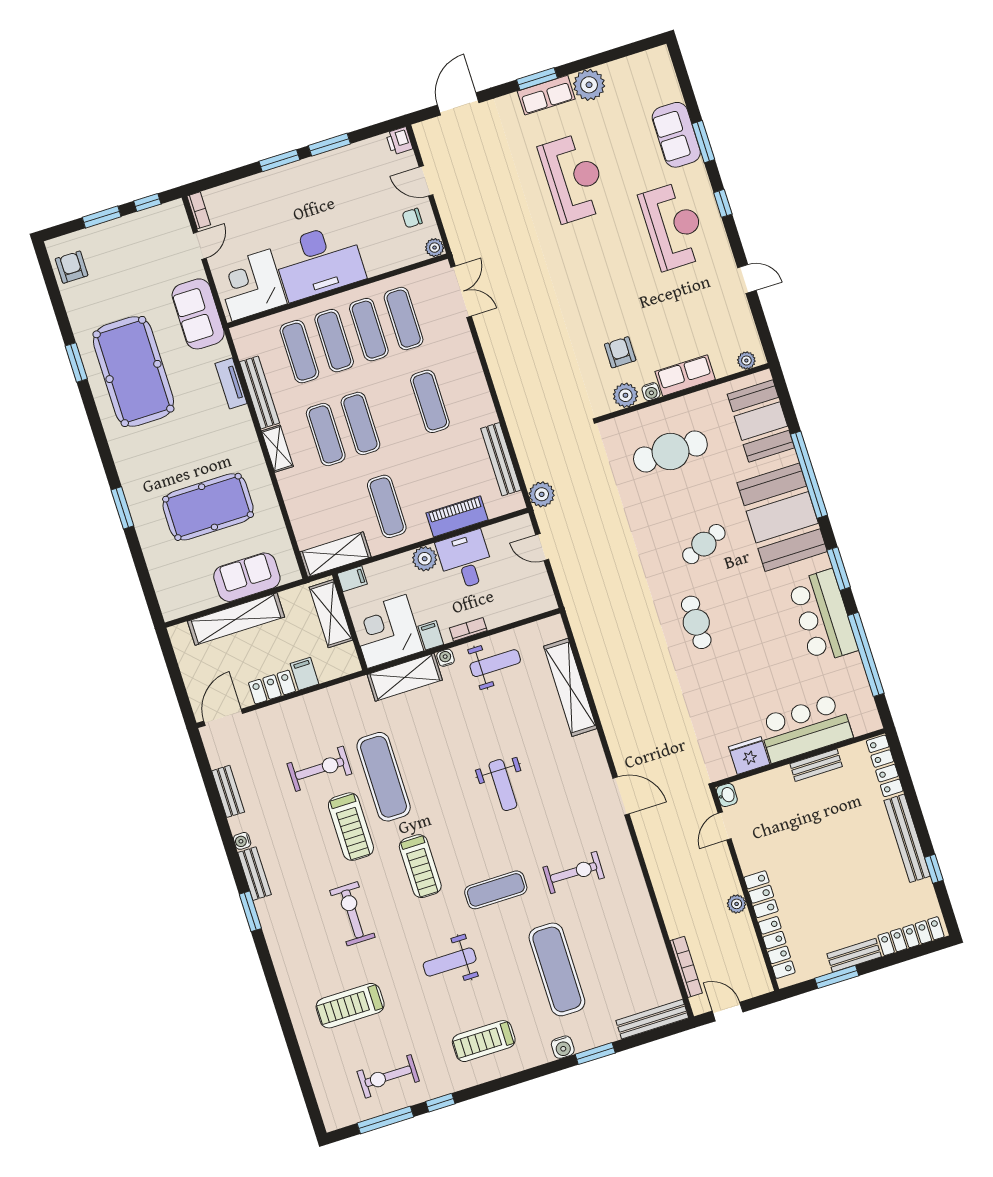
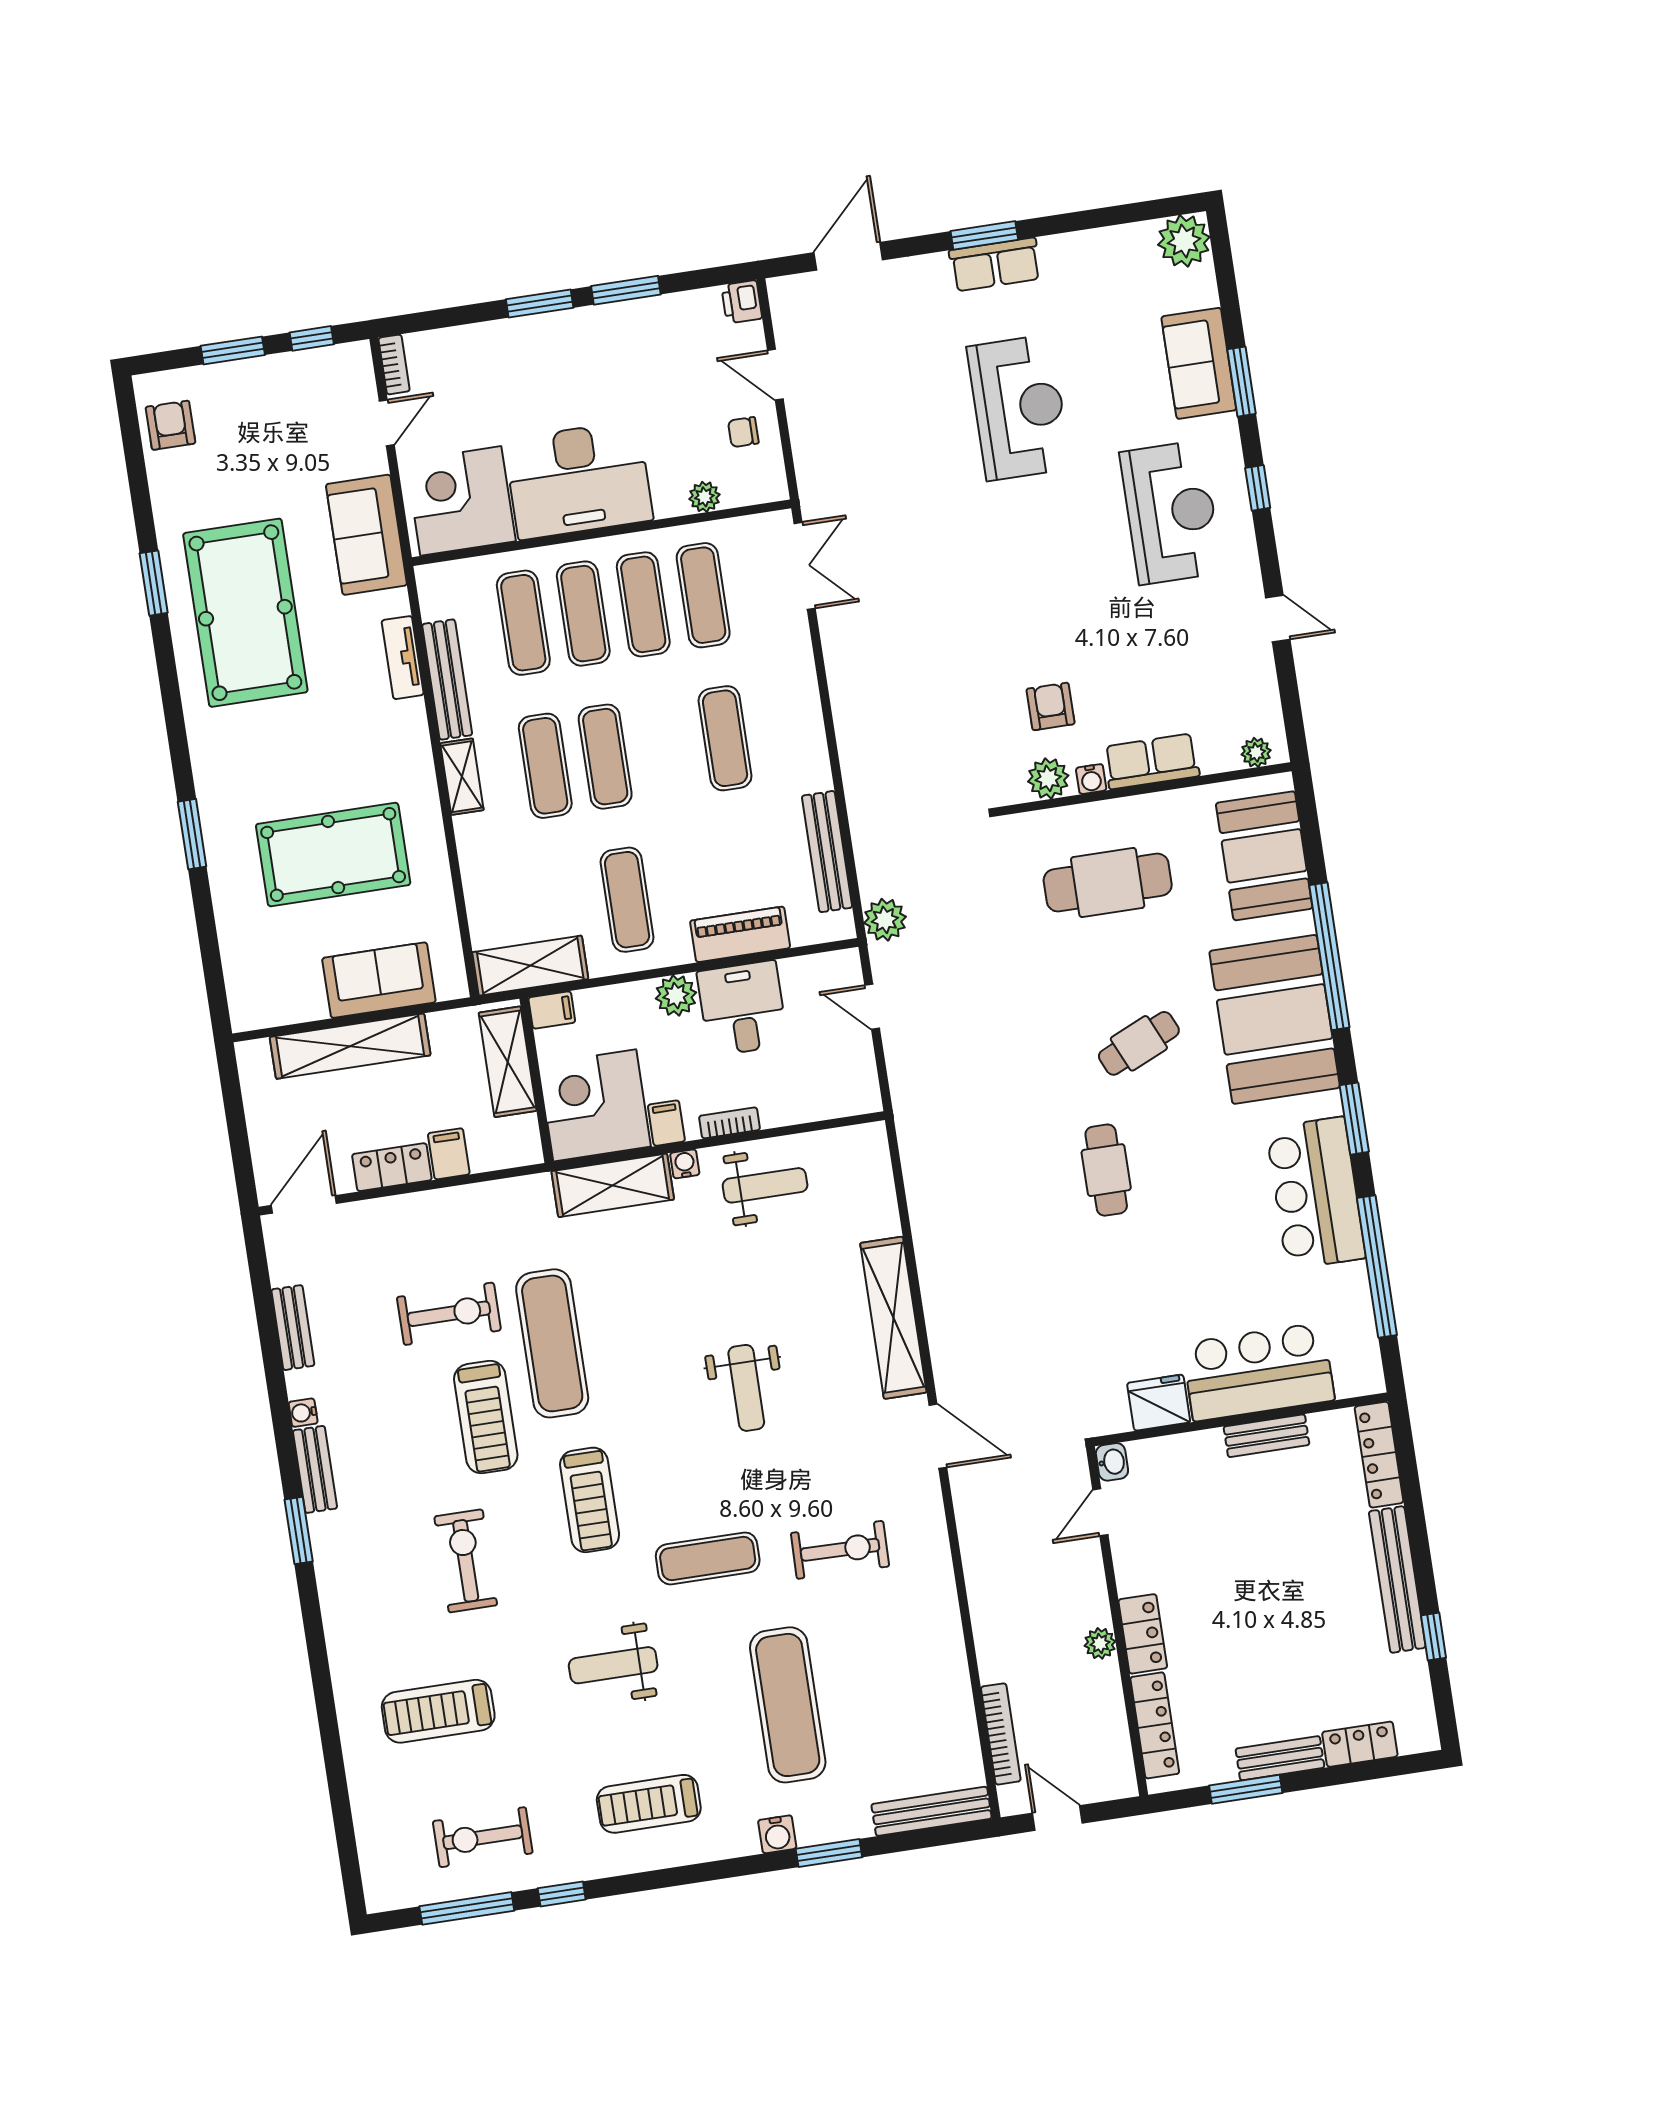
plant: (589, 85) -> (1184, 241), moved
plant: (435, 248) -> (704, 497), moved
shelving: (570, 687) -> (893, 1318), moved
locker: (911, 936) -> (1360, 1744), width x0.66

